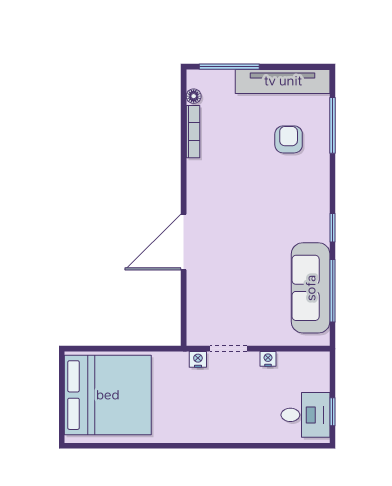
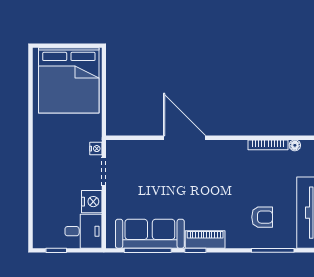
piano: (318, 215) -> (205, 239), added
nightstand: (268, 359) -> (92, 202), width x1.89, depth x1.79
desk: (305, 415) -> (83, 231), moved, turned -90

